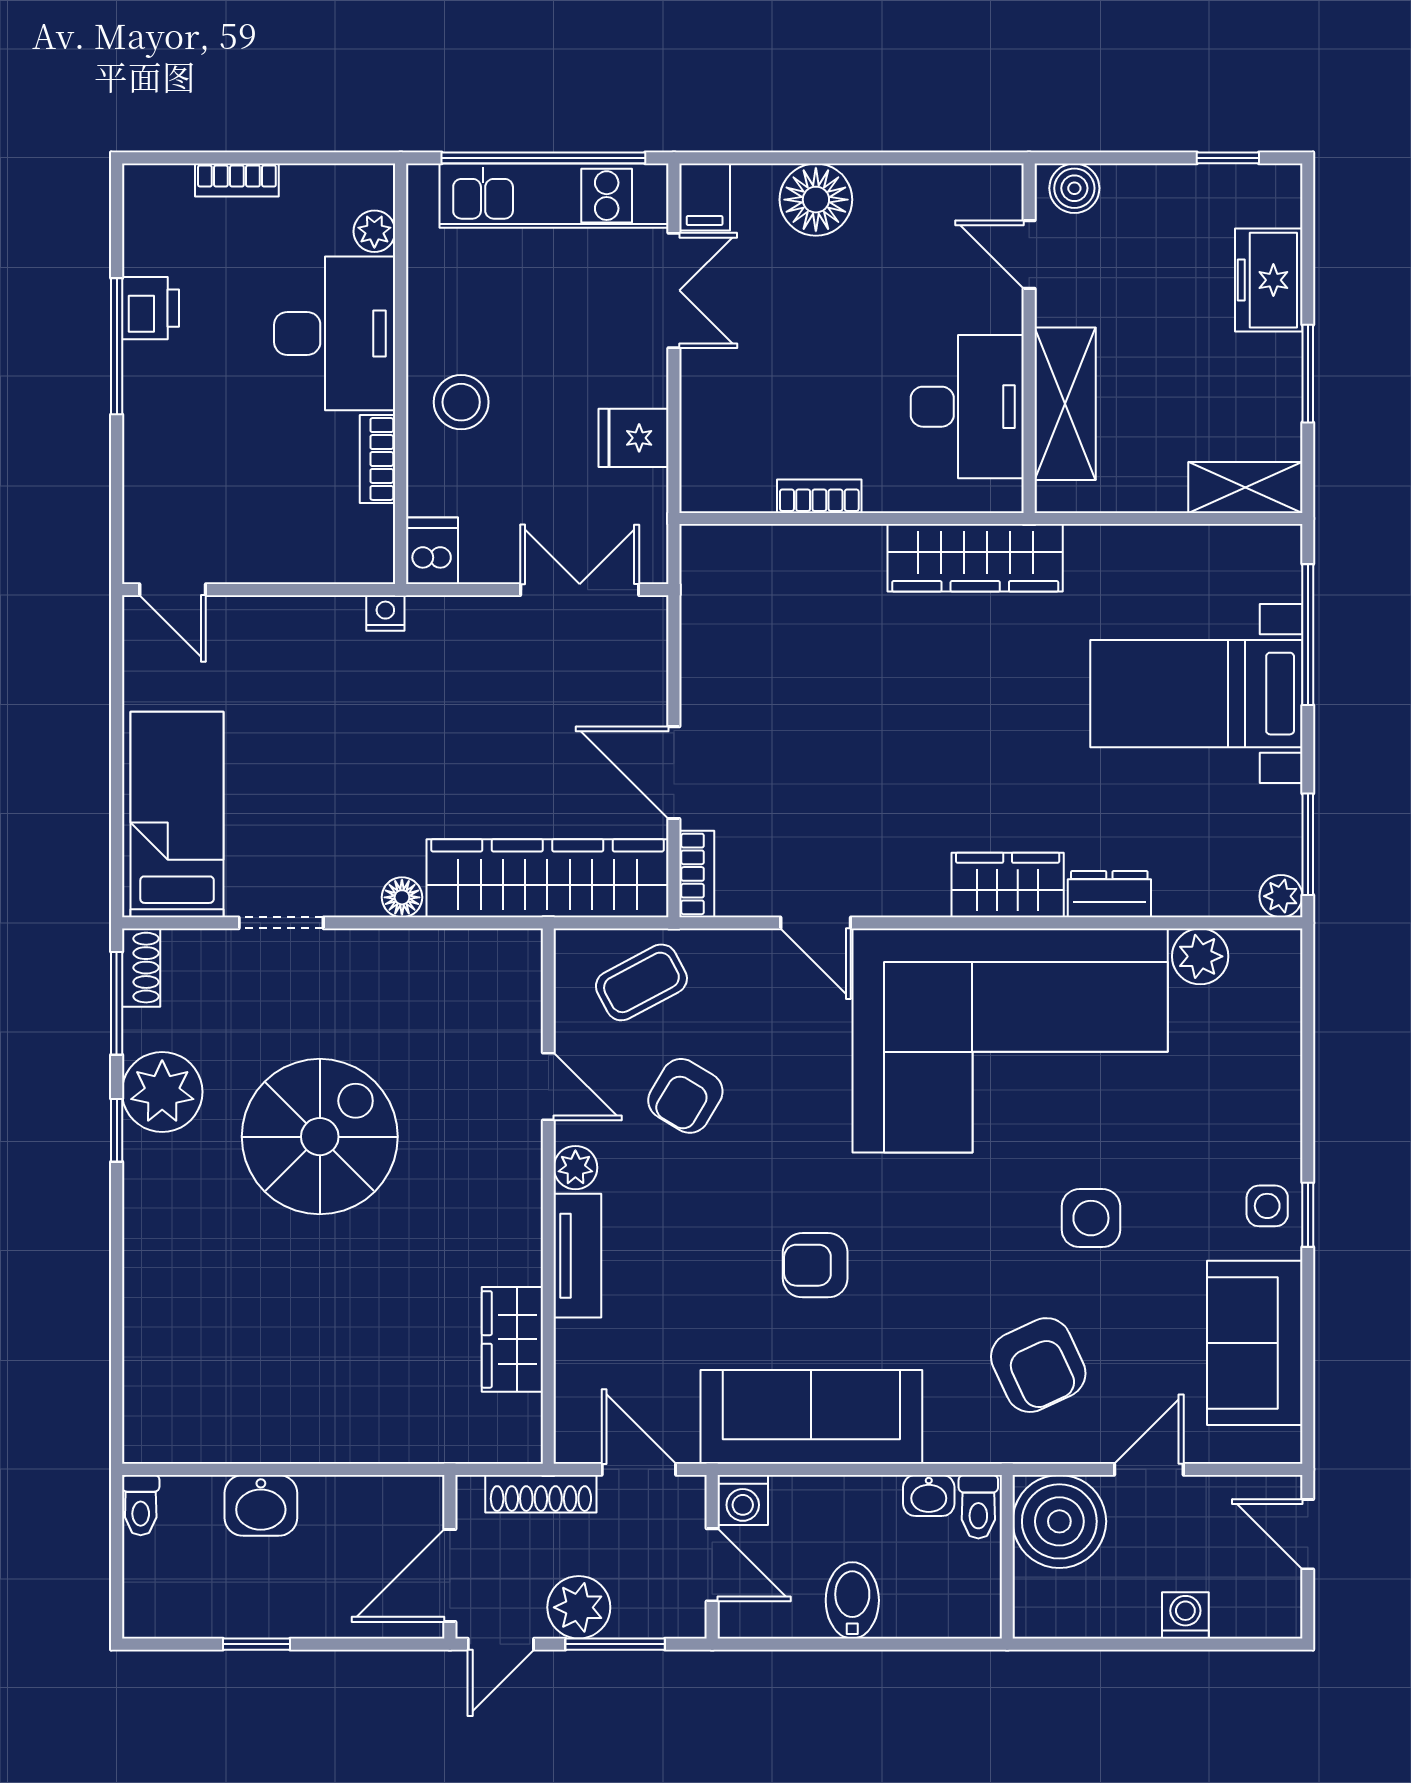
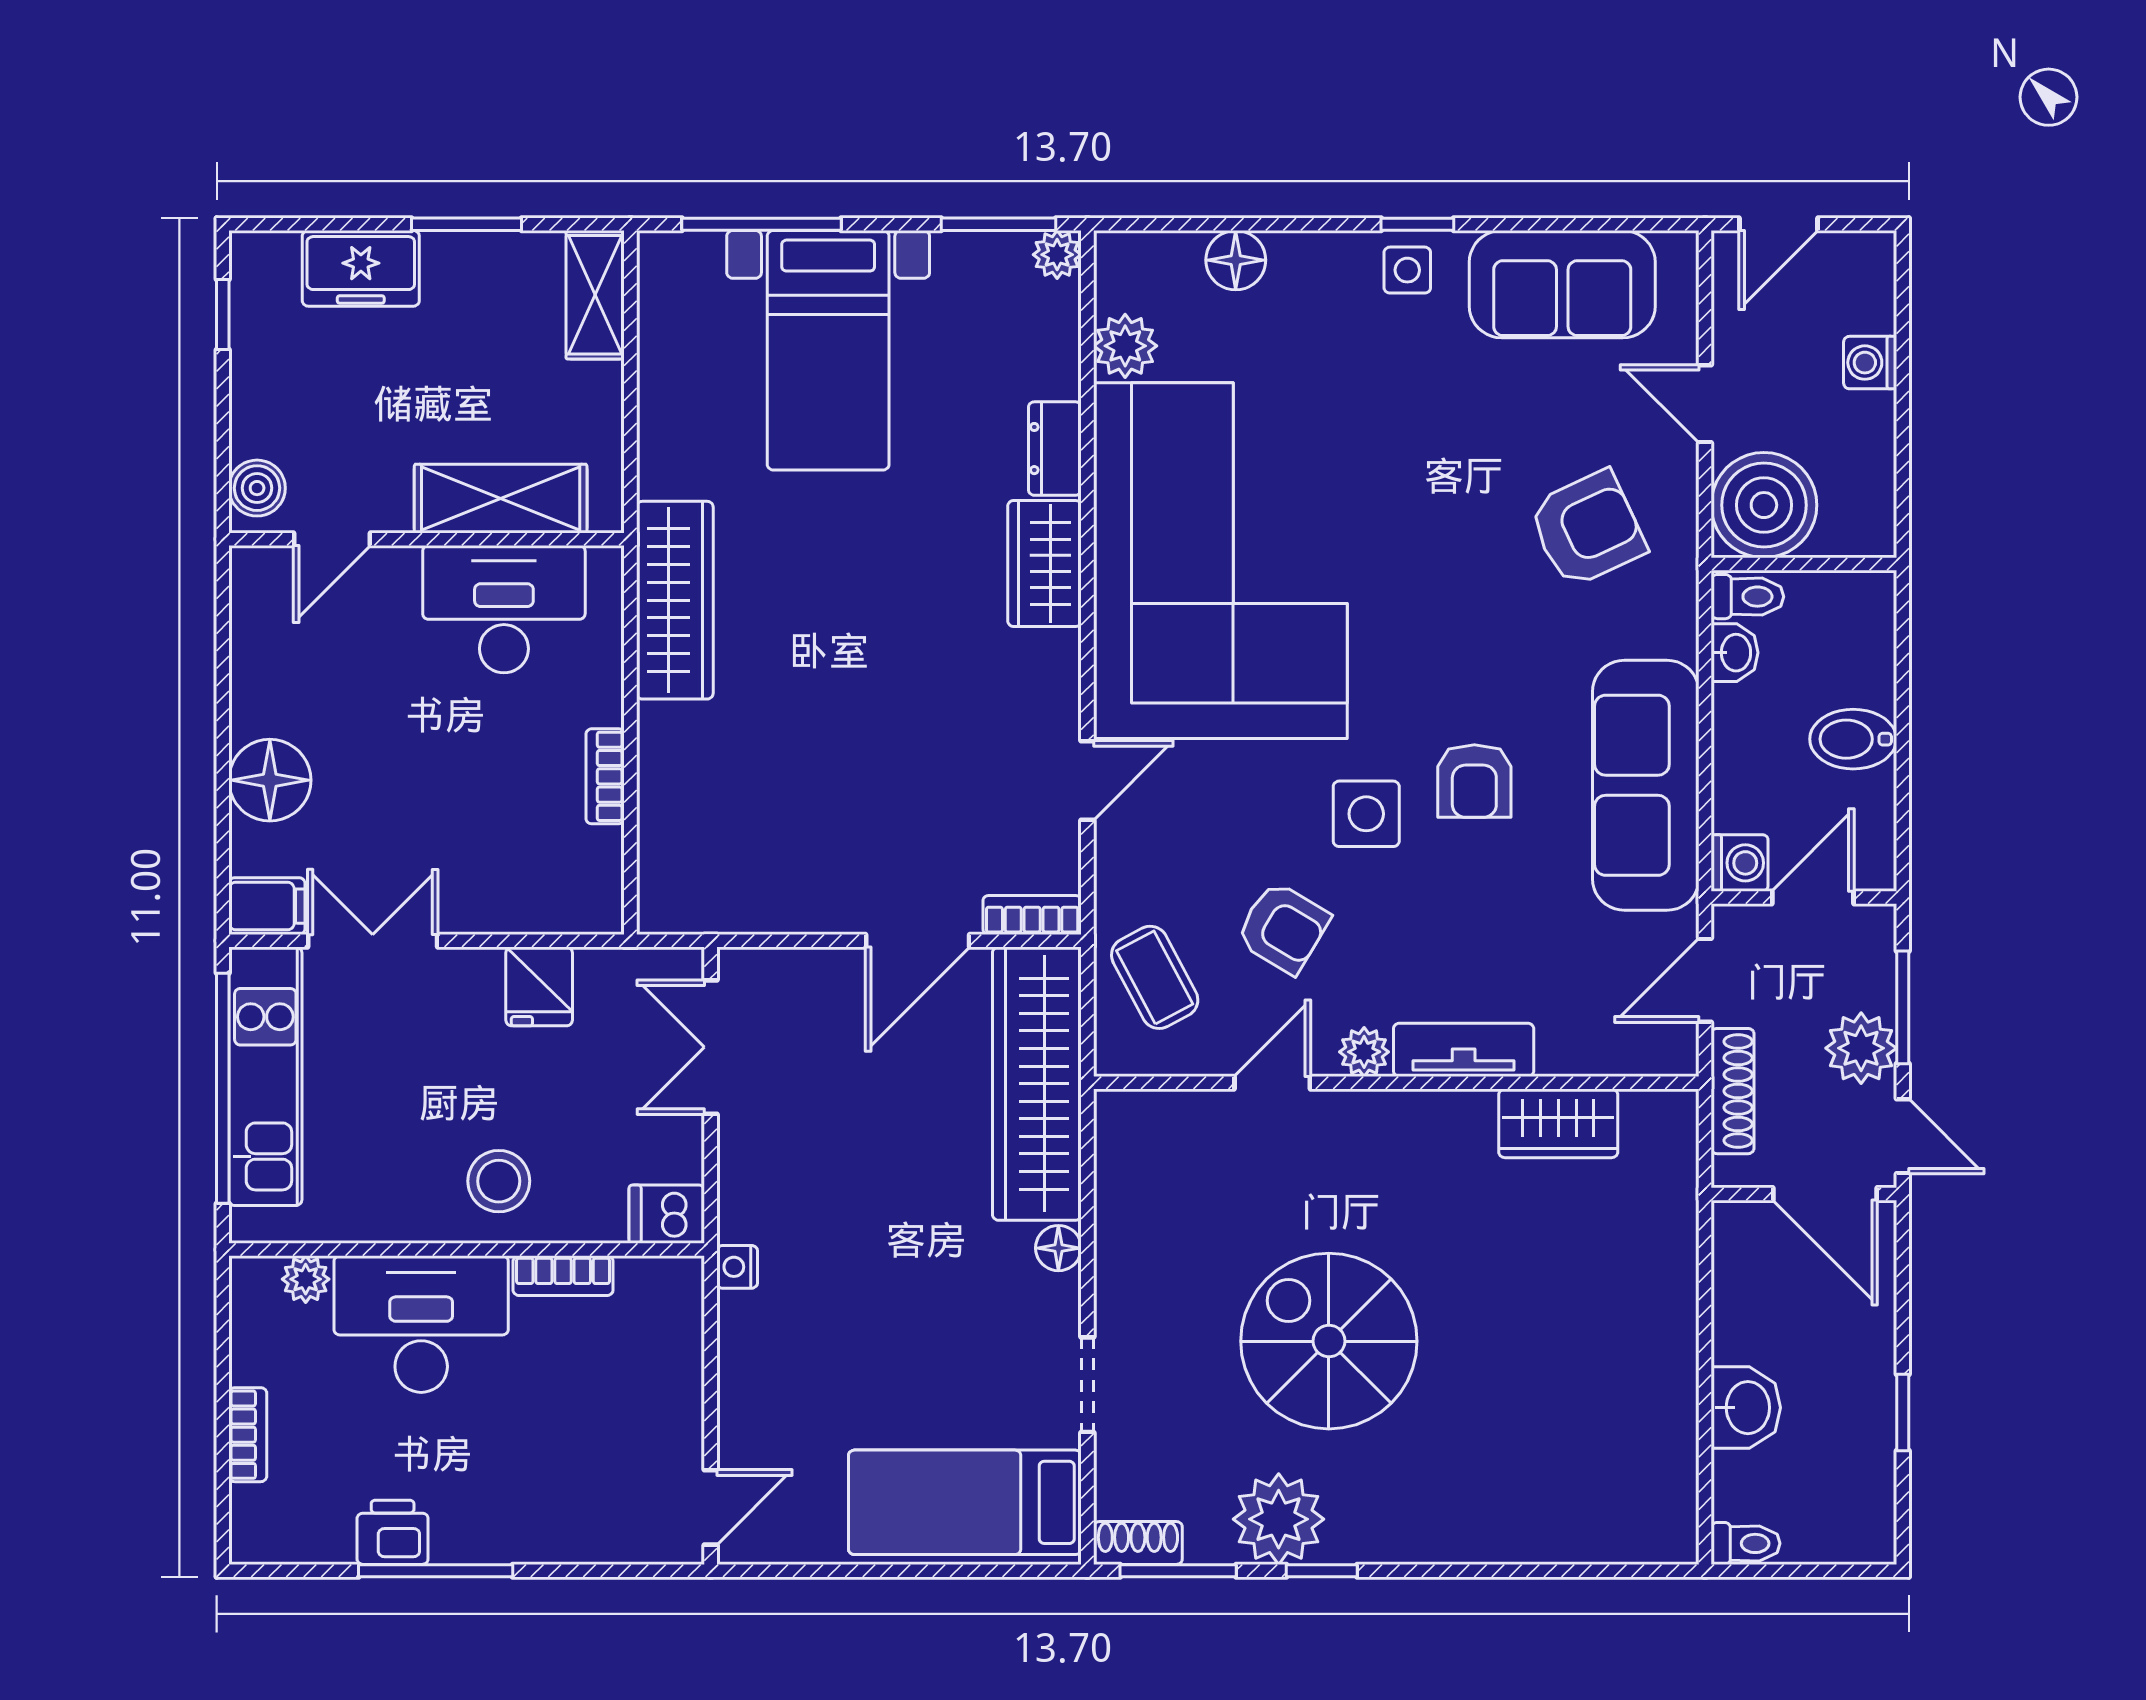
floor lamp: (1276, 1054) -> (1236, 260), added
side table: (1091, 1218) -> (1366, 814), moved

